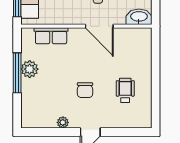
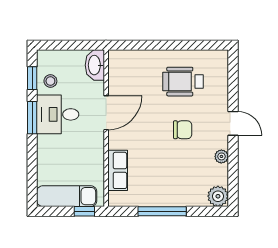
plant: (30, 69) -> (218, 196), moved
wheelchair: (125, 90) -> (183, 82), width x1.36, depth x1.37

